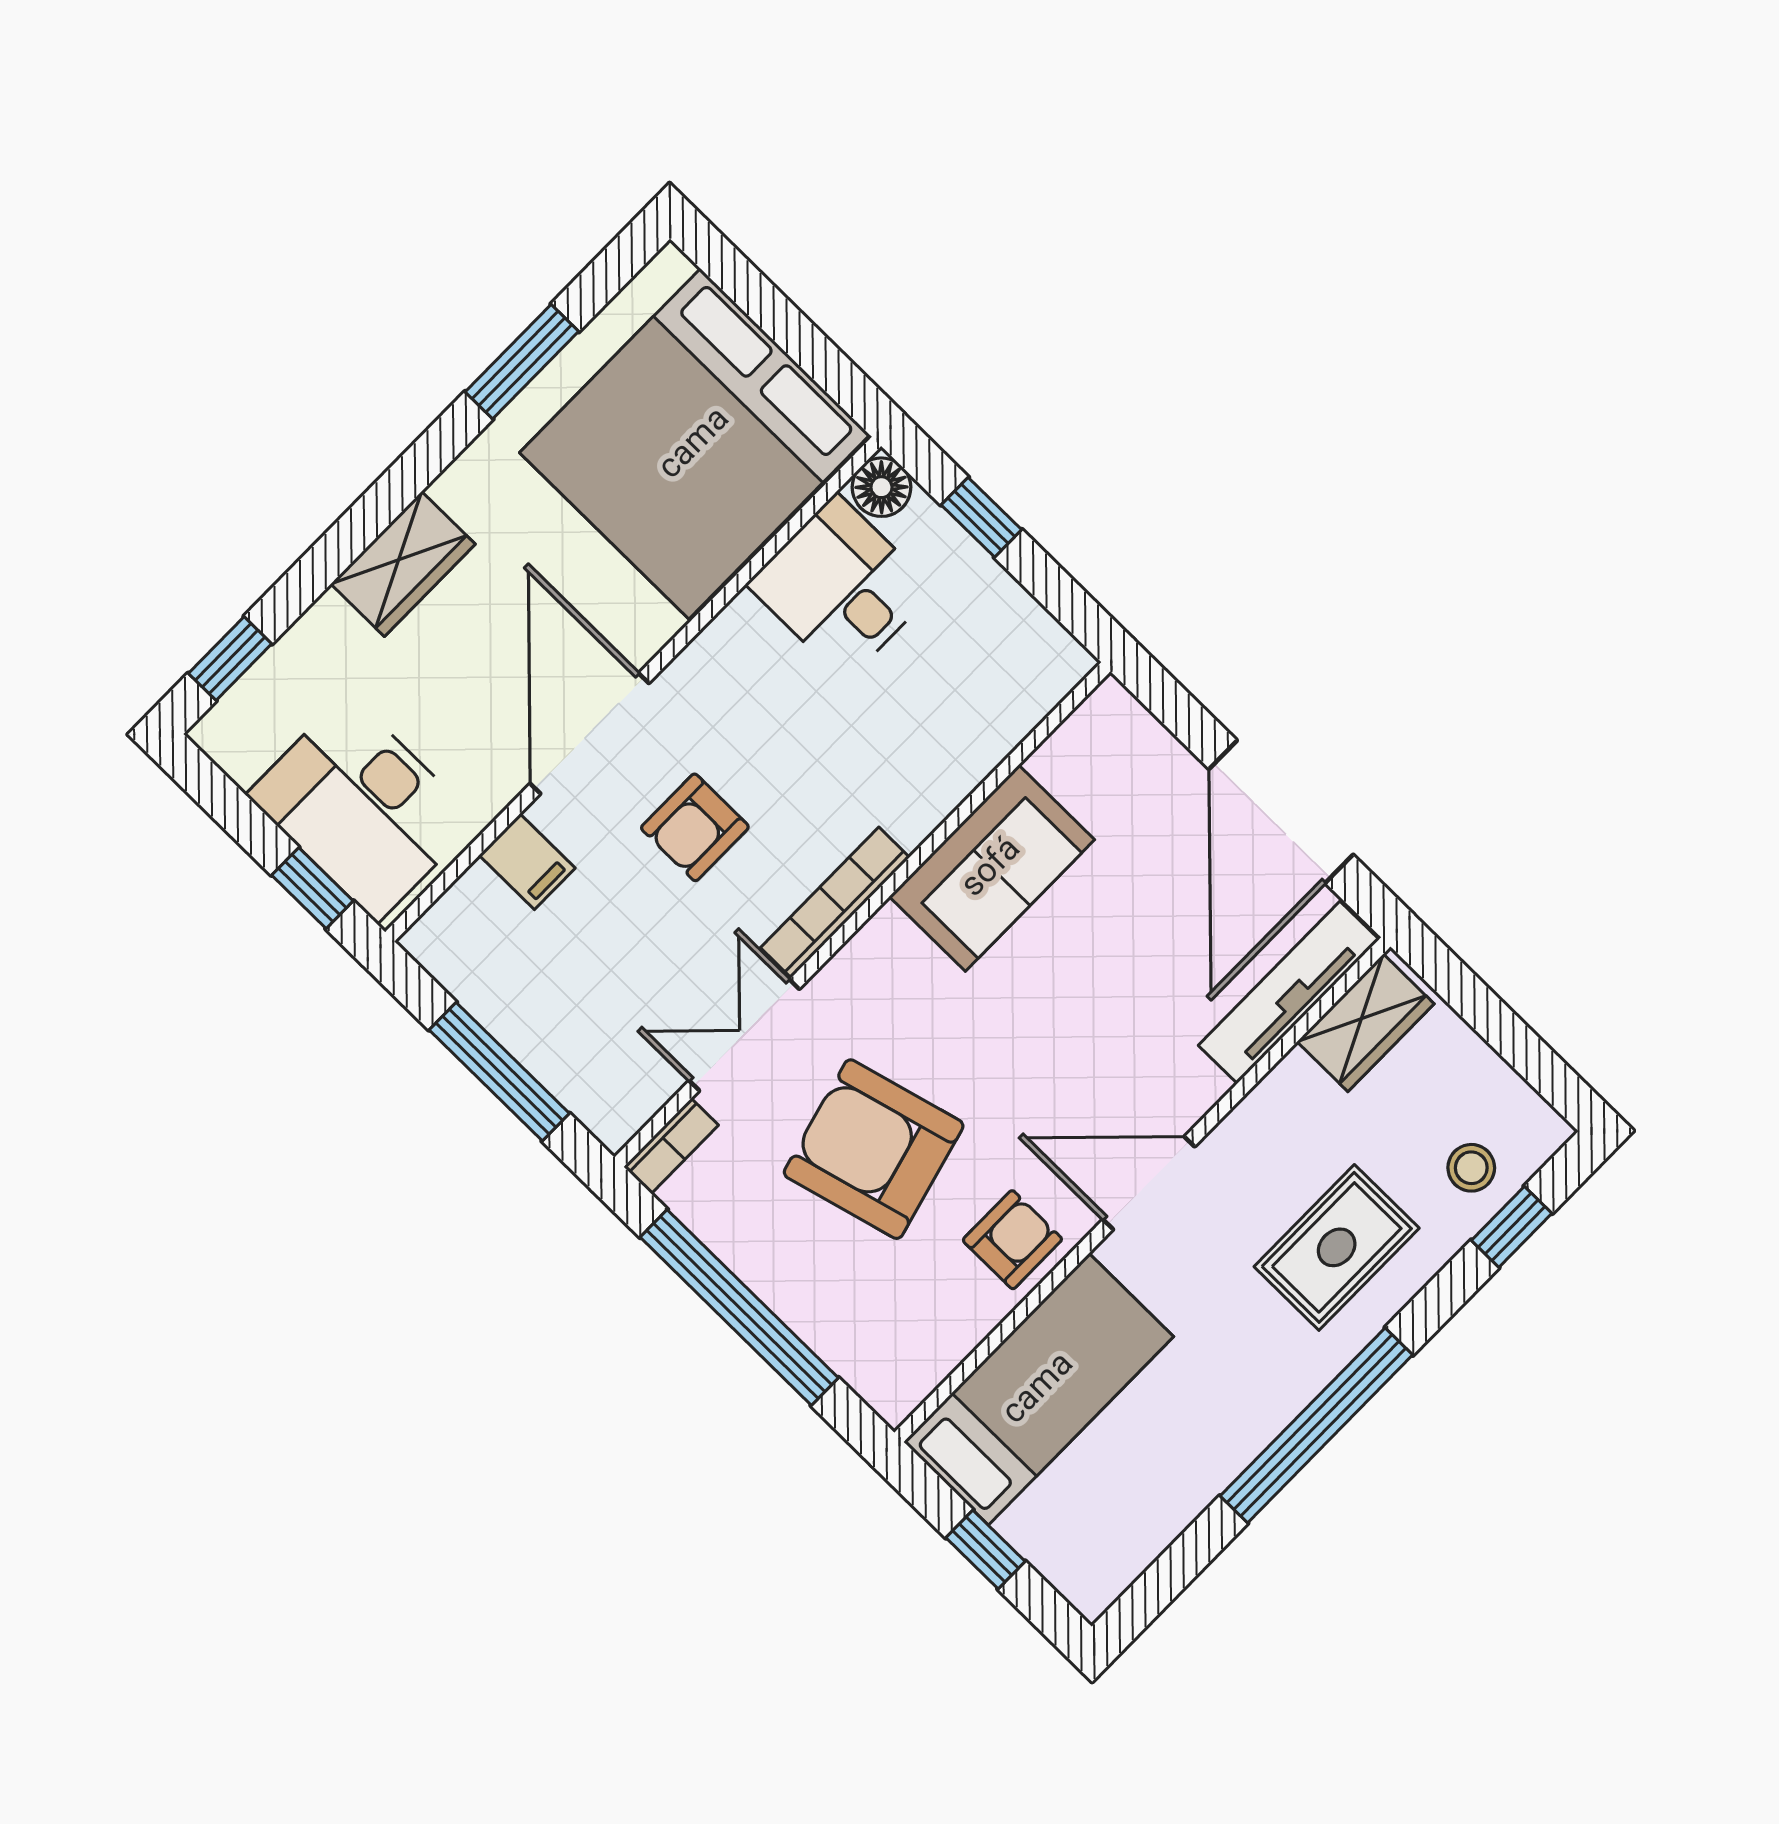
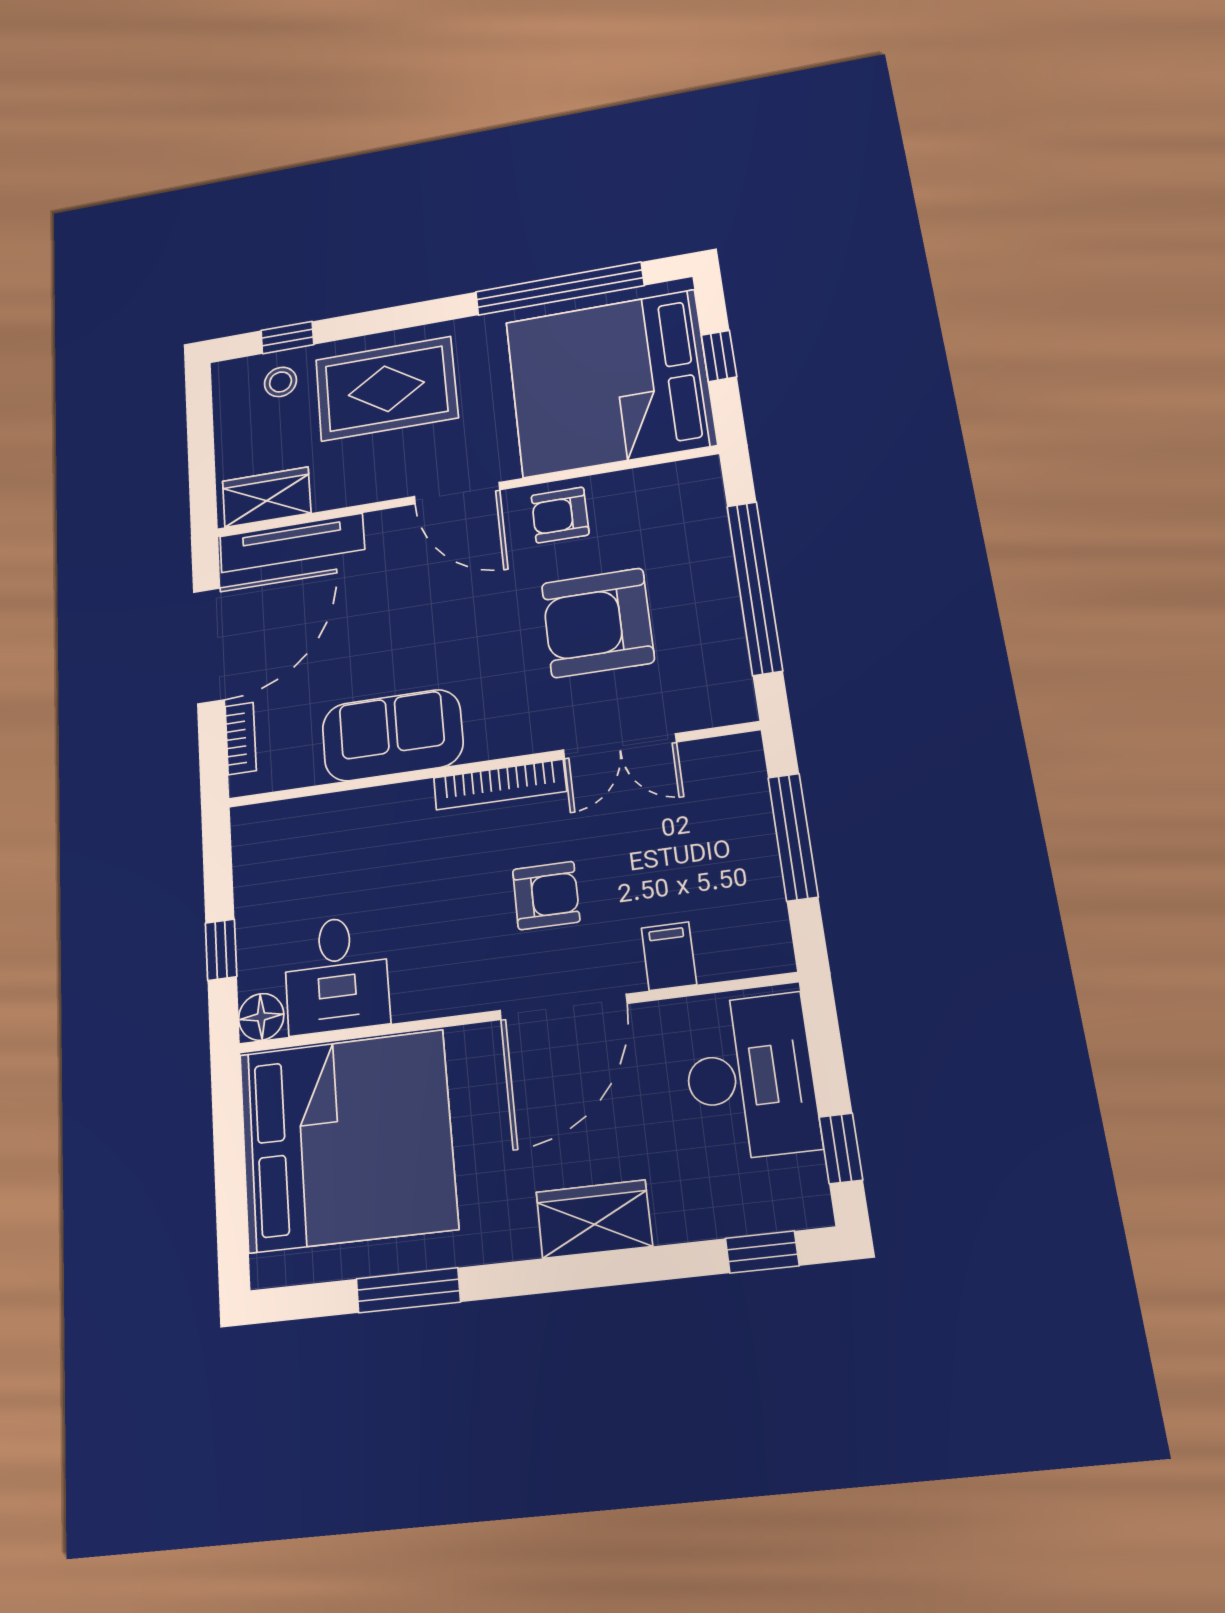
window: (312, 888) -> (841, 1148), moved
bookcase: (671, 1146) -> (241, 738), moved, turned 90
armchair: (874, 1149) -> (598, 623), turned 105
rug: (1337, 1247) -> (386, 389), width x1.36, depth x1.43
bed: (1039, 1389) -> (610, 383), width x2.04
window: (1316, 1425) -> (559, 289), moved

